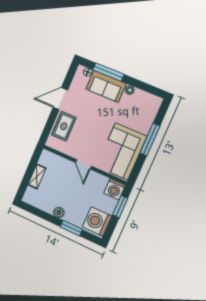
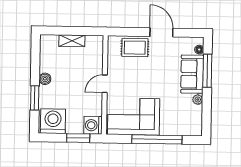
window: (150, 139) -> (157, 139), width x1.46

